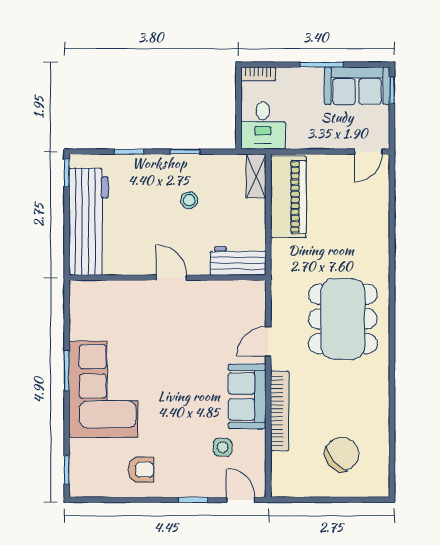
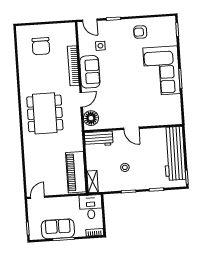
sofa: (357, 86) -> (58, 229), moved
floor lamp: (251, 303) -> (91, 118), added
chair: (342, 454) -> (41, 46), turned -49

